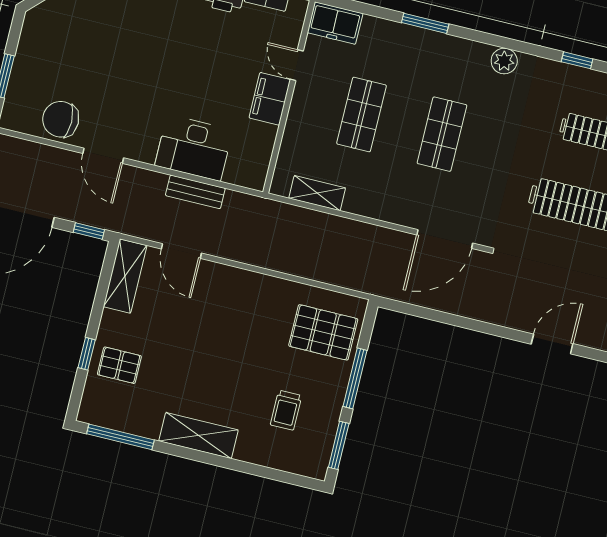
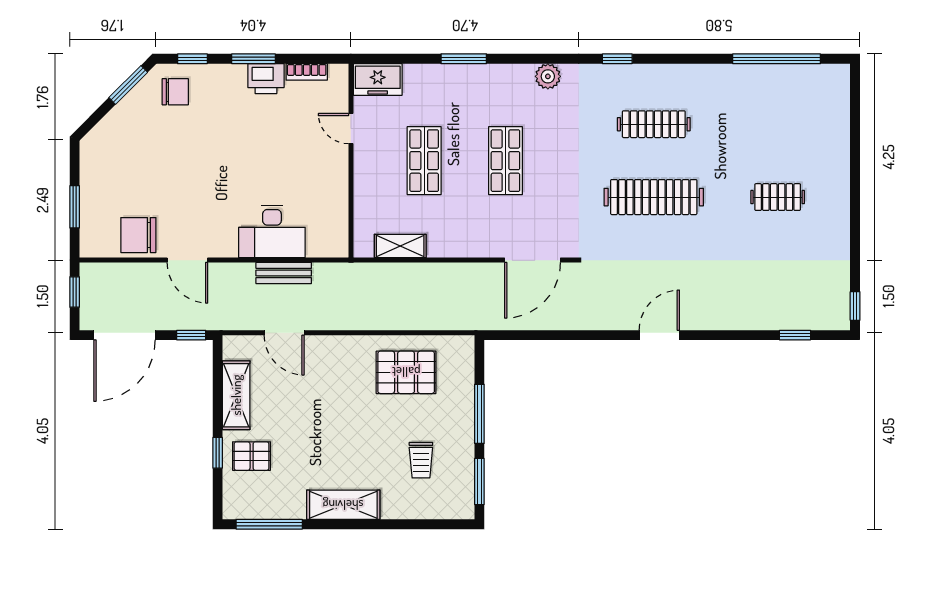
filing cabinet: (270, 99) -> (333, 167), removed
shelving: (125, 276) -> (236, 395), moved
pallet: (323, 332) -> (406, 372), moved

